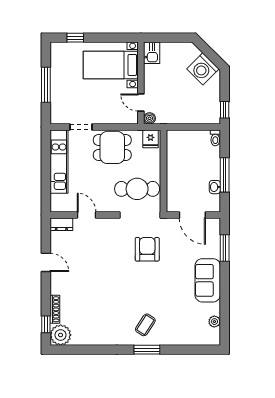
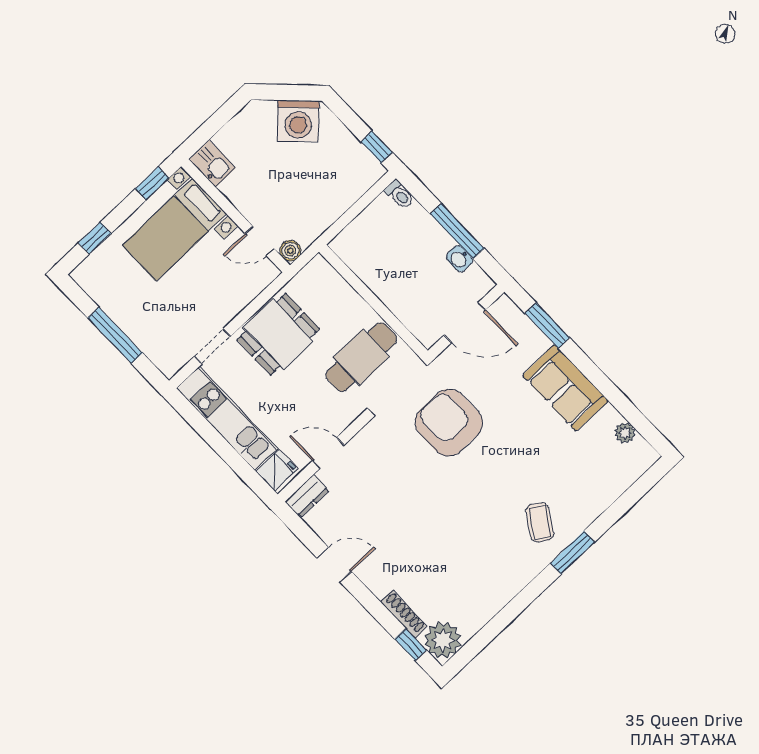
window: (120, 38) -> (152, 183), added
fridge: (151, 139) -> (277, 470), moved, turned -90
armchair: (147, 249) -> (449, 423), width x1.36, depth x1.36

